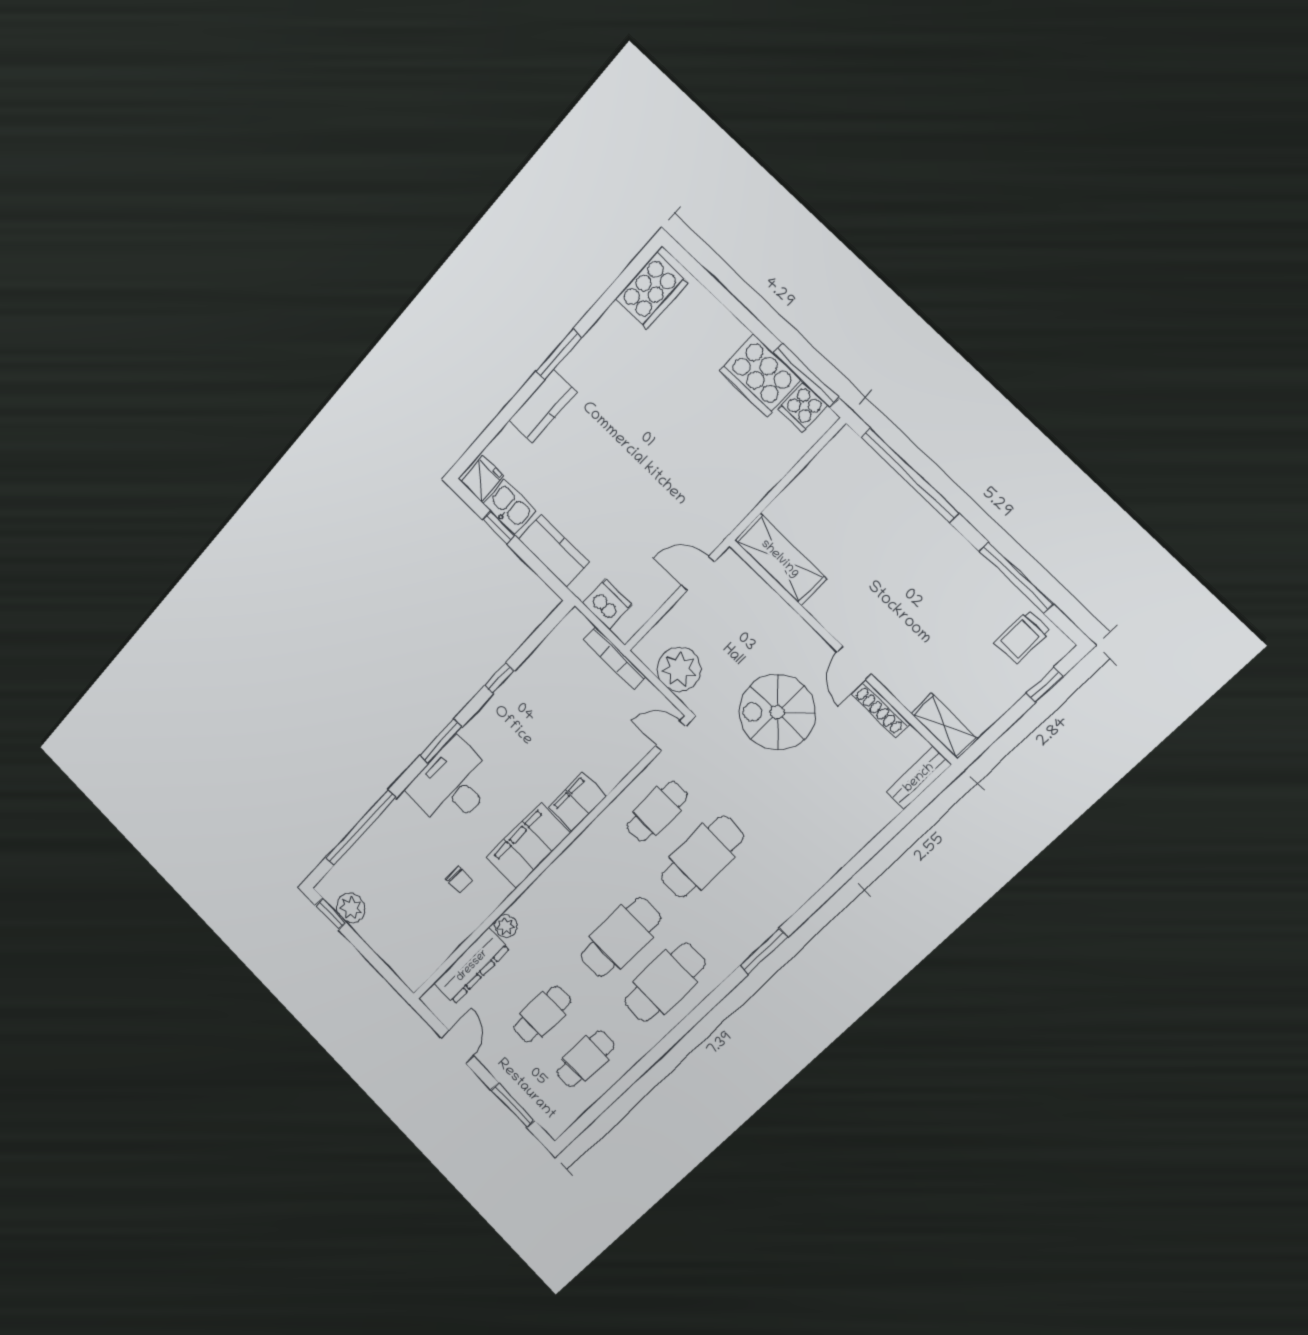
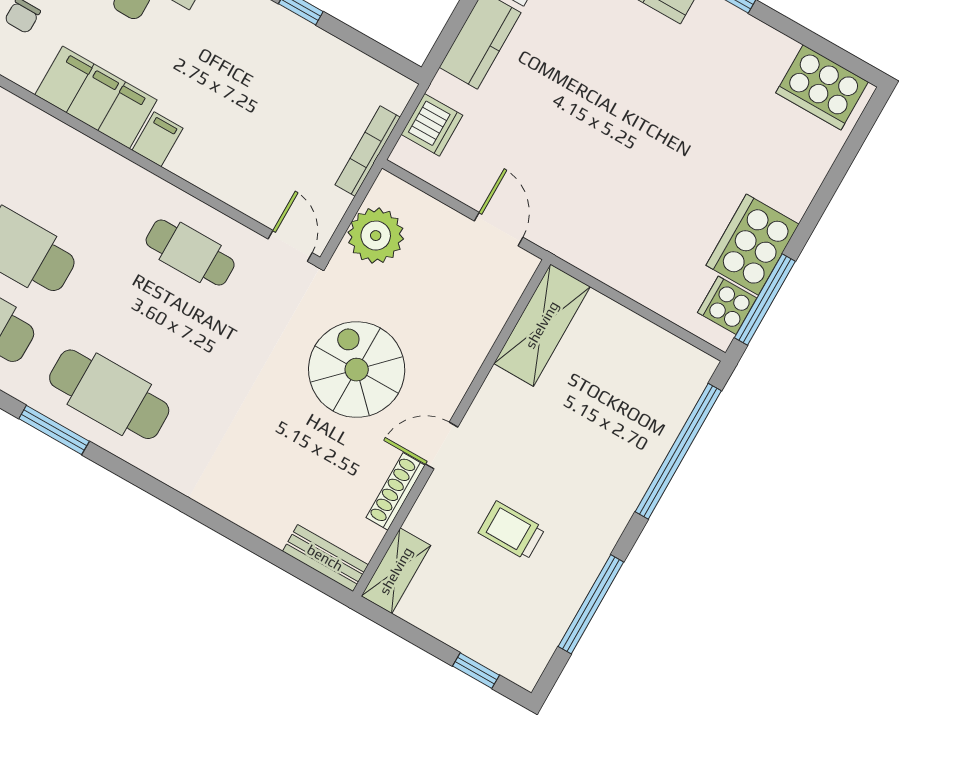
trolley: (1022, 637) -> (512, 531), moved
filing cabinet: (577, 802) -> (157, 139), width x0.50
cafe table: (702, 857) -> (109, 394), moved

